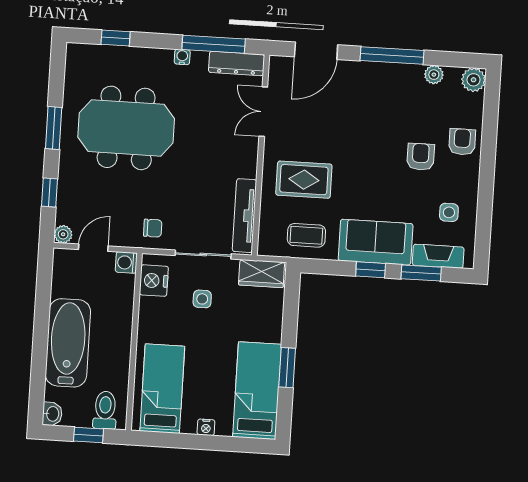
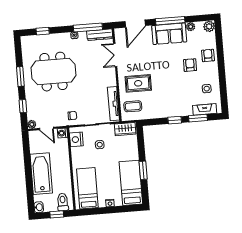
coffee table: (306, 235) -> (133, 106), moved
sofa: (376, 242) -> (169, 34), moved, turned 180
door: (93, 248) -> (46, 128), swing flipped

